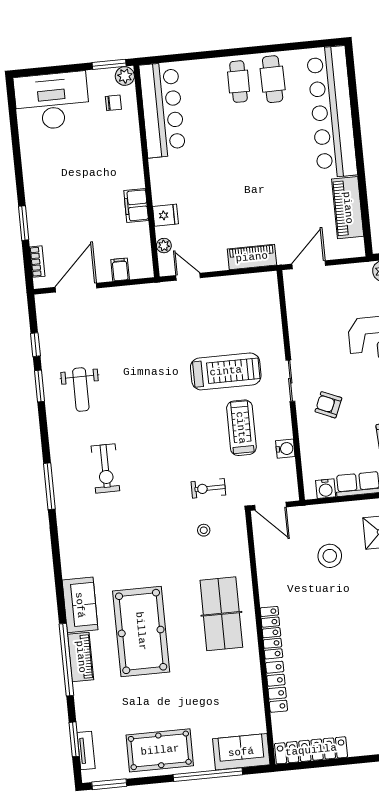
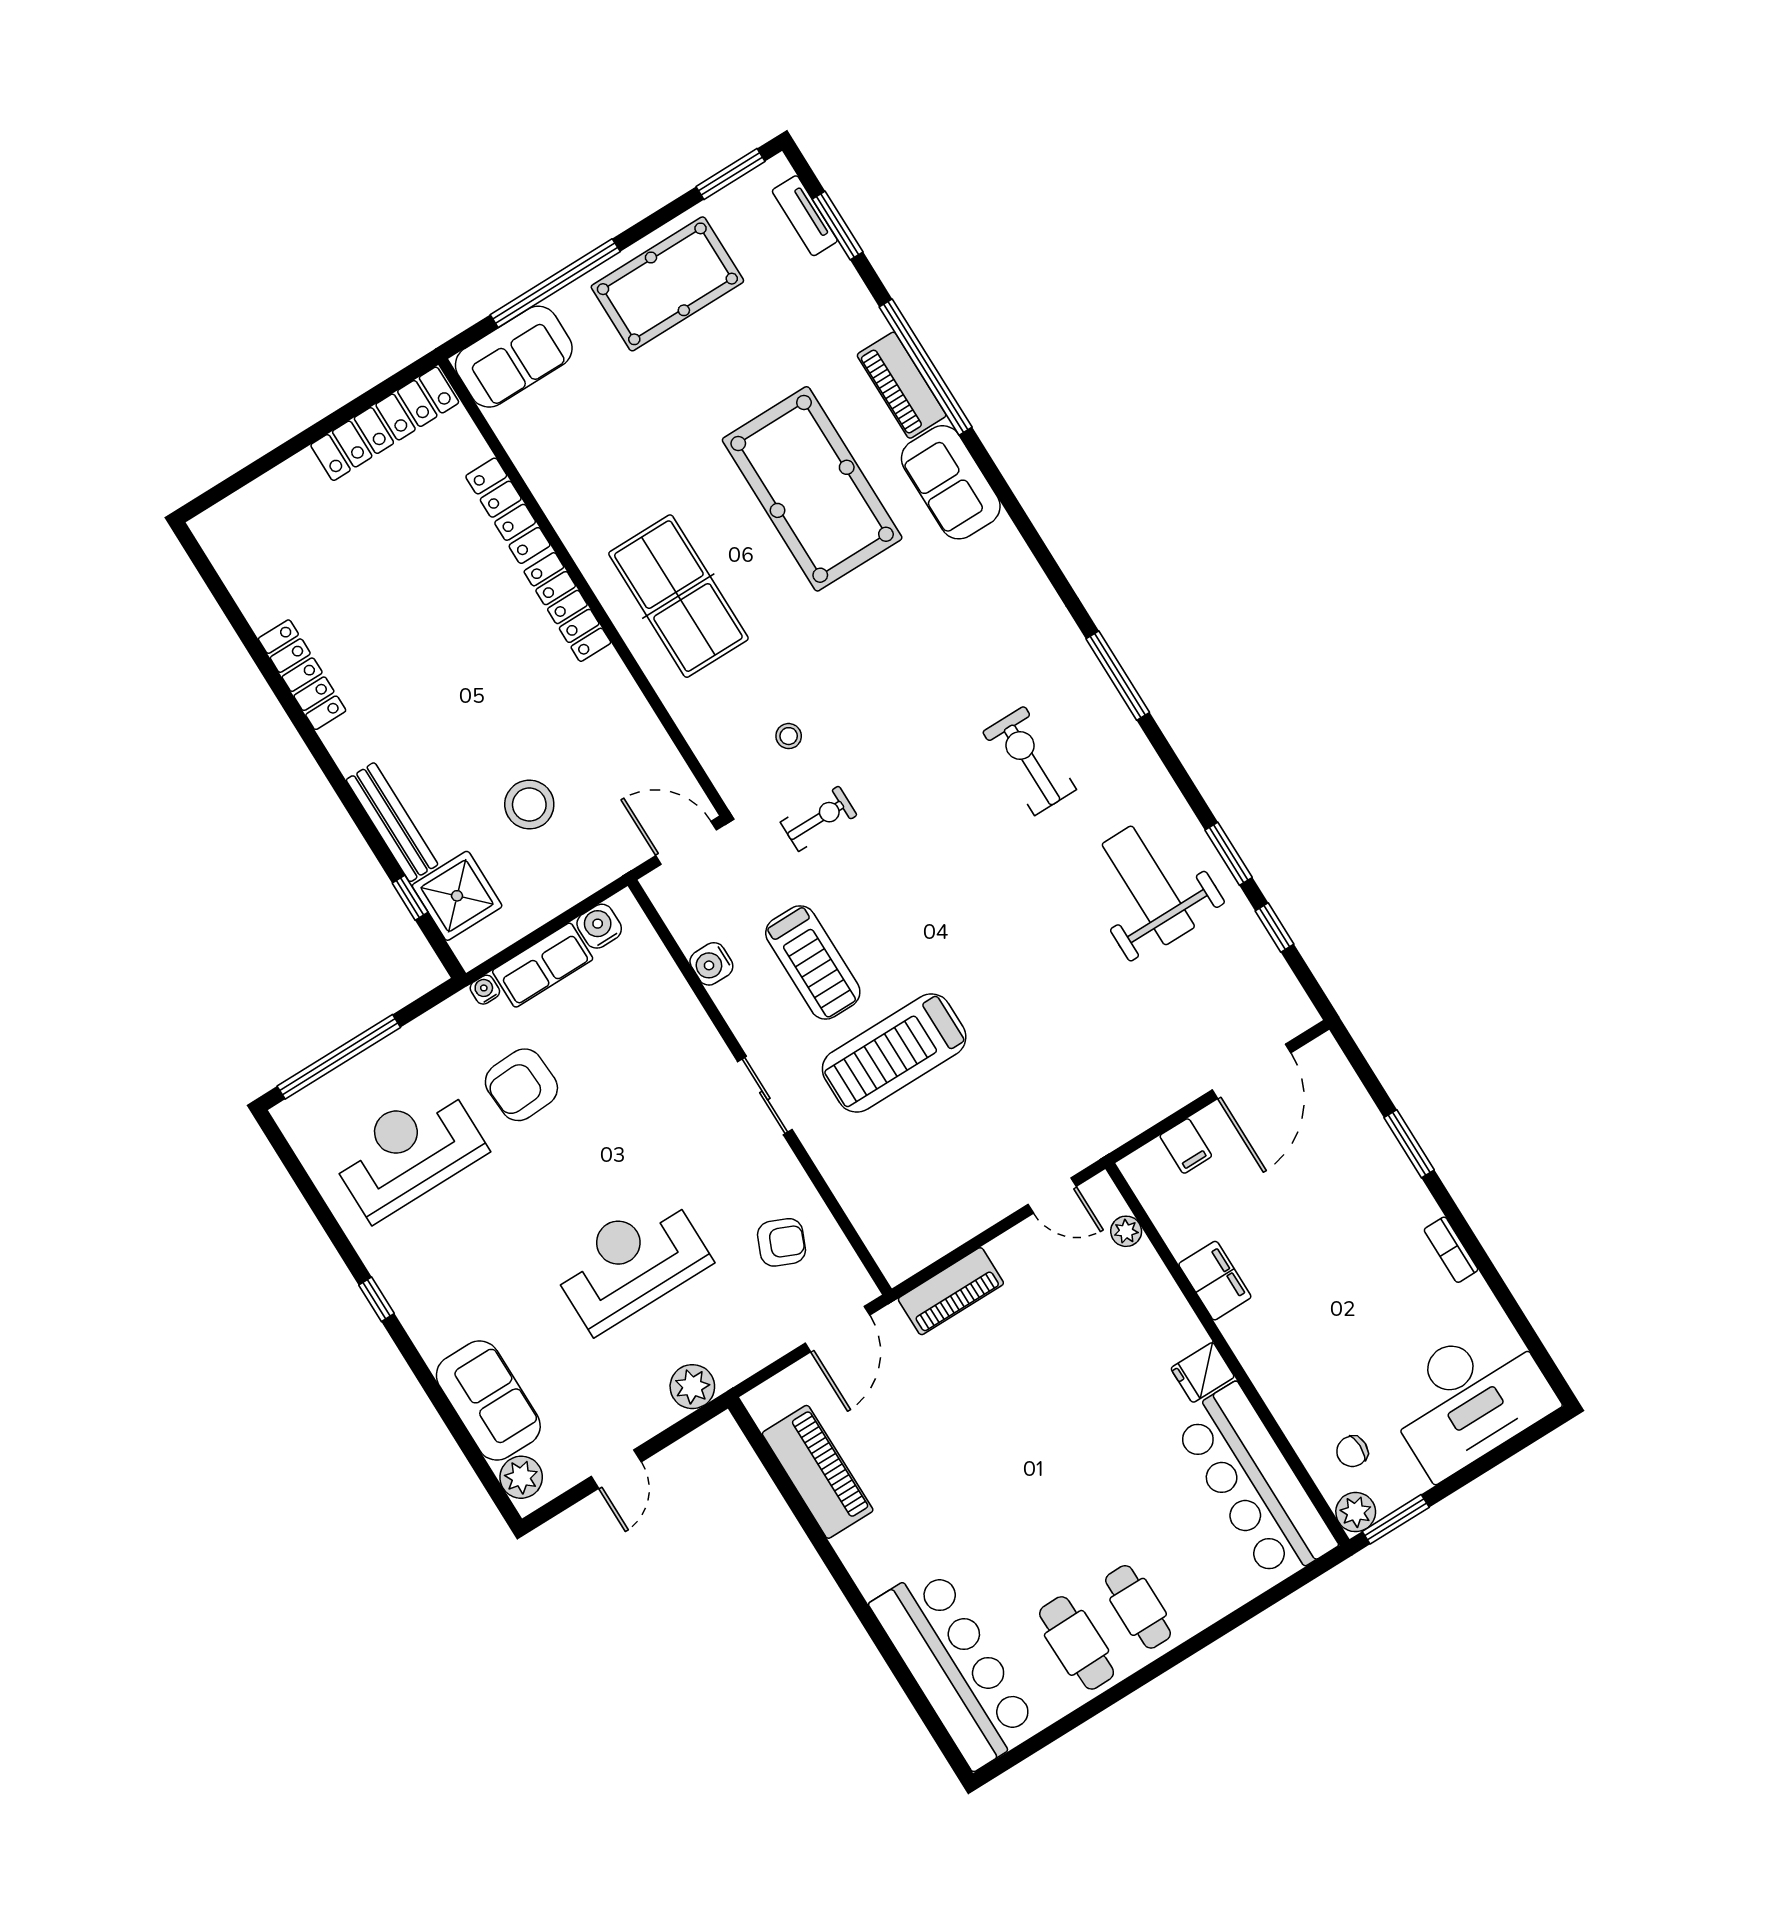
bar counter: (332, 112) -> (955, 1667), width x0.73
fridge: (166, 215) -> (1203, 1372), moved
bookcase: (37, 262) -> (1451, 1250), moved
weight bench: (81, 390) -> (1148, 885), width x1.36, depth x1.33
armchair: (328, 405) -> (781, 1242), moved

